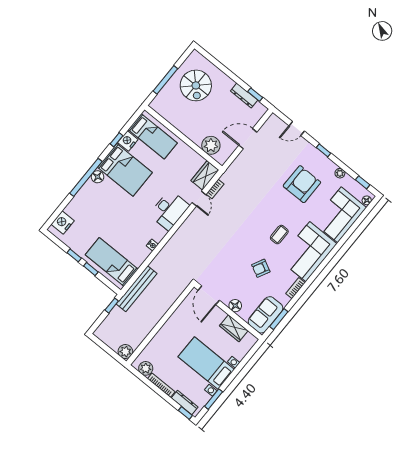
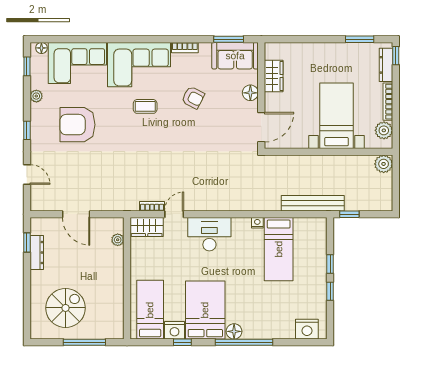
plant: (211, 145) -> (118, 240), width x0.53, depth x0.53
bed: (112, 262) -> (279, 249), moved
bed with nightstands: (206, 363) -> (336, 116), moved, turned 180

